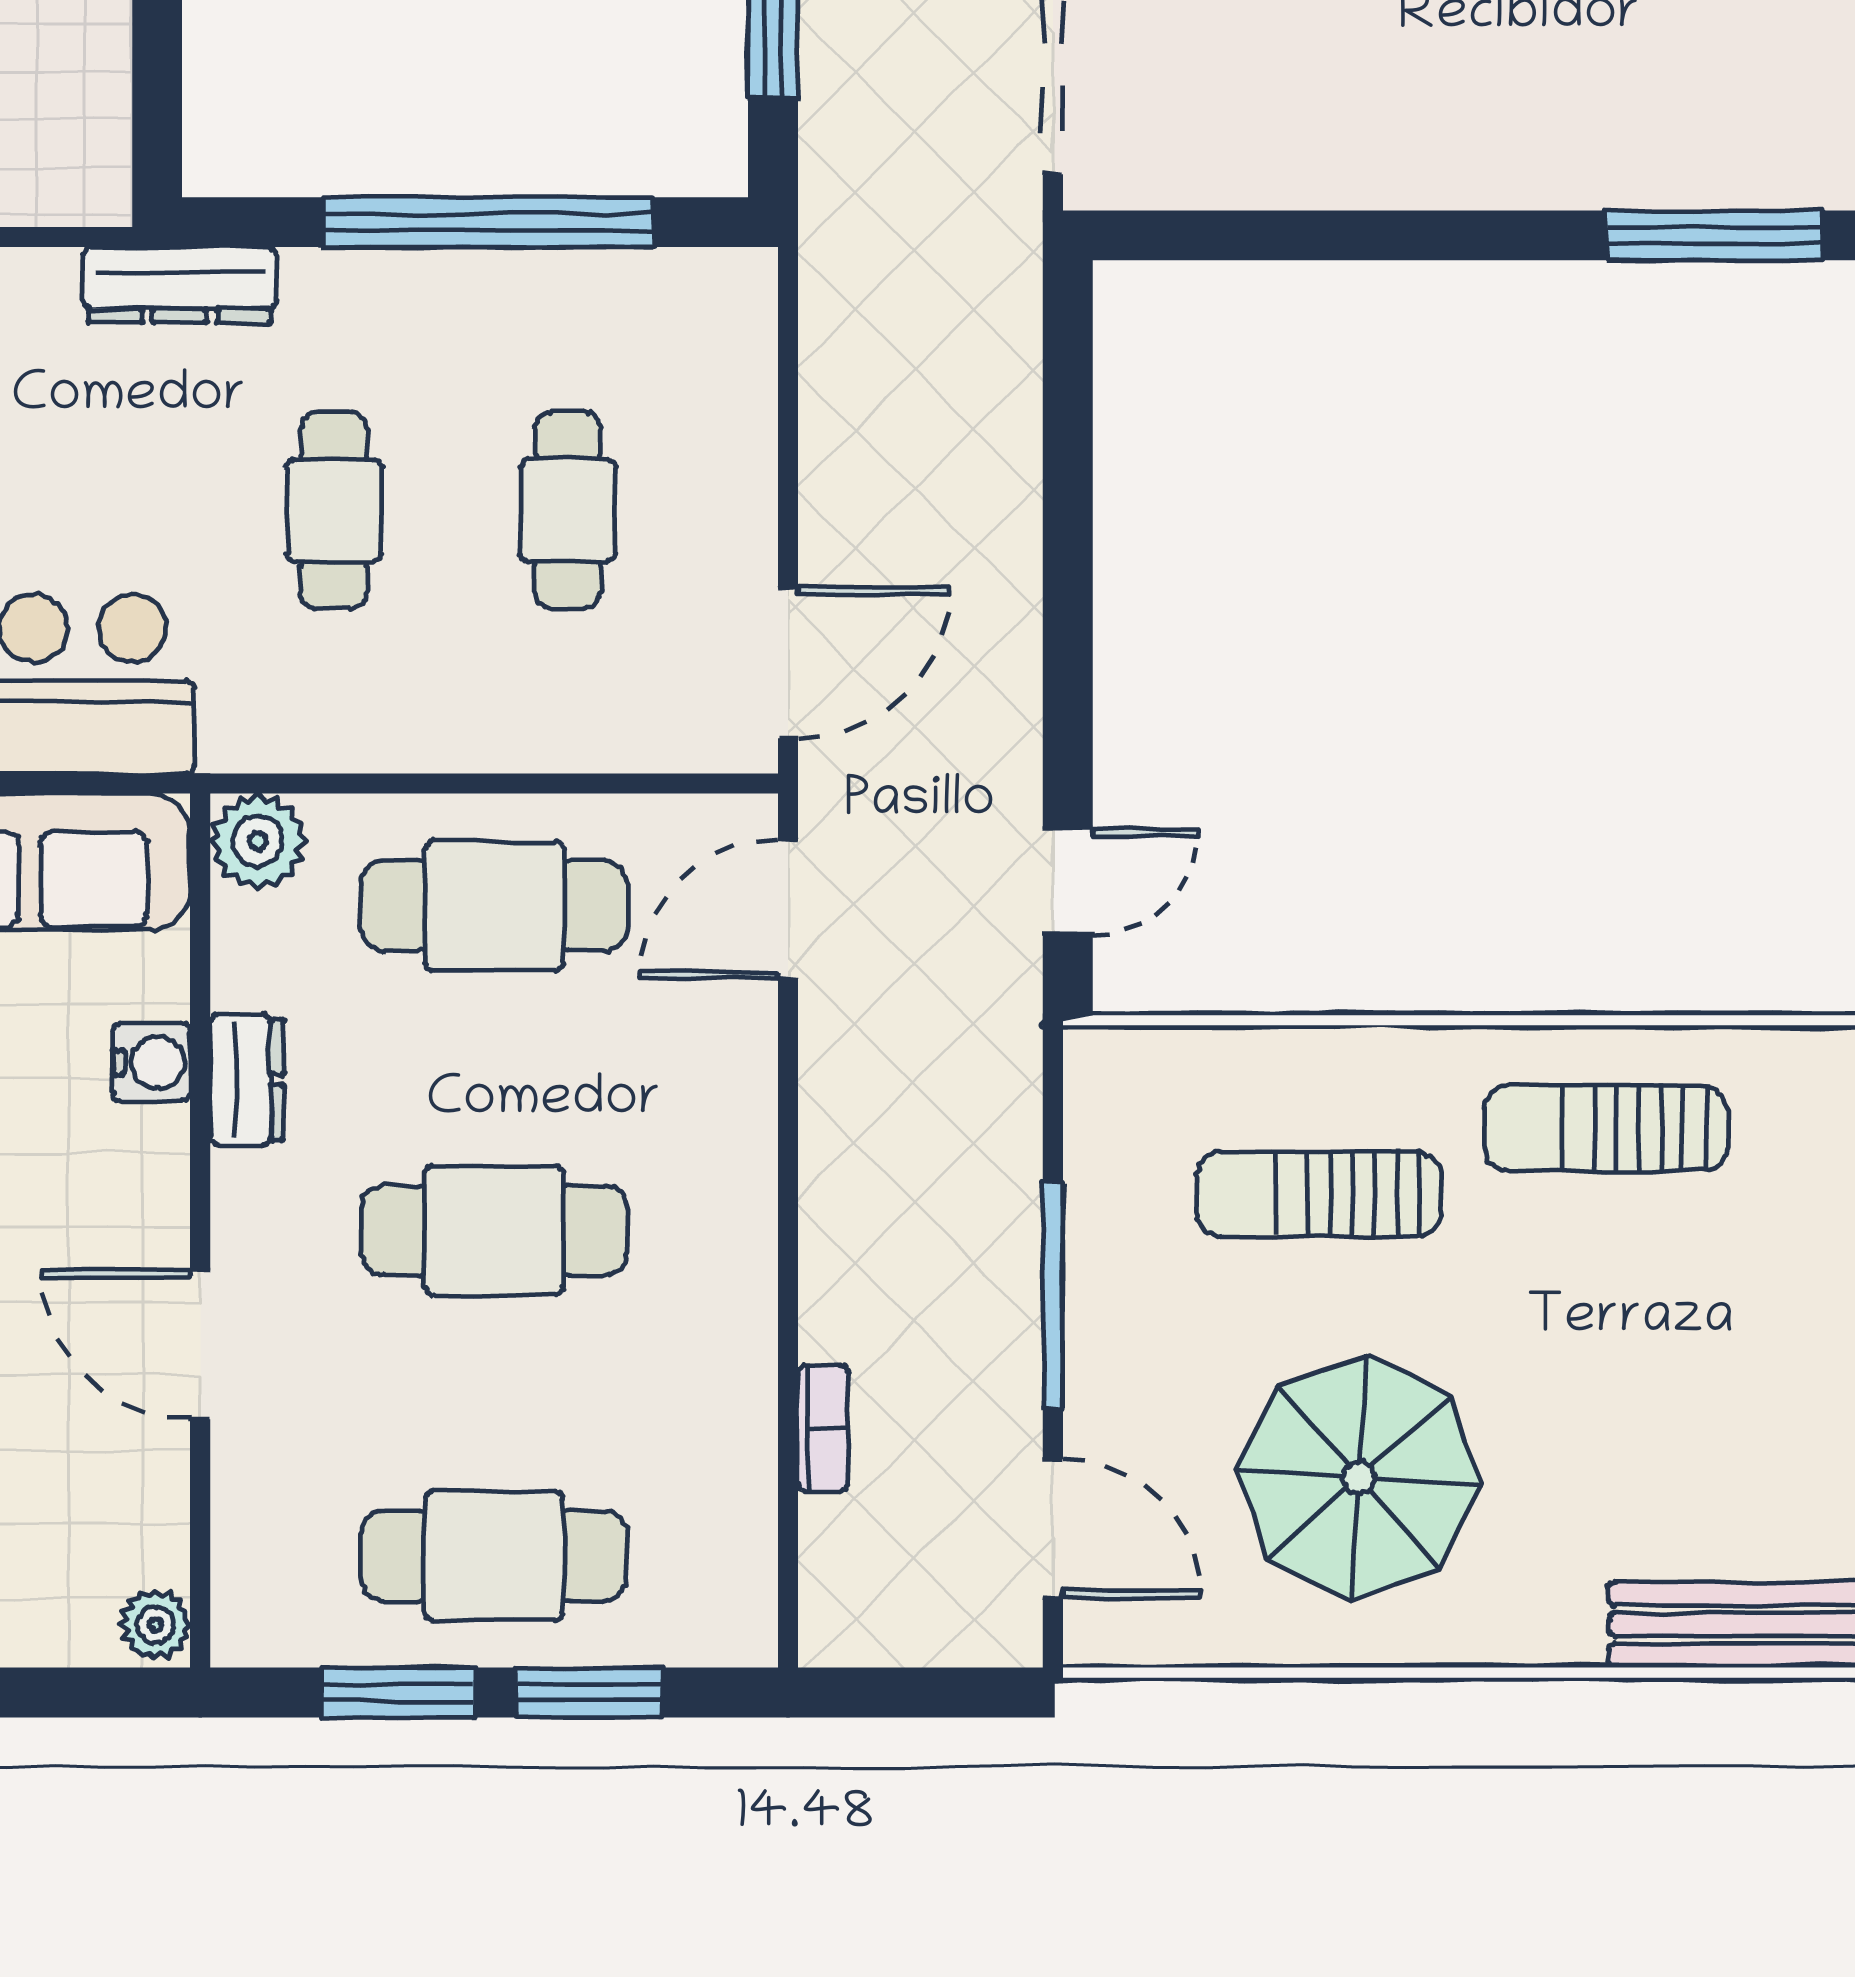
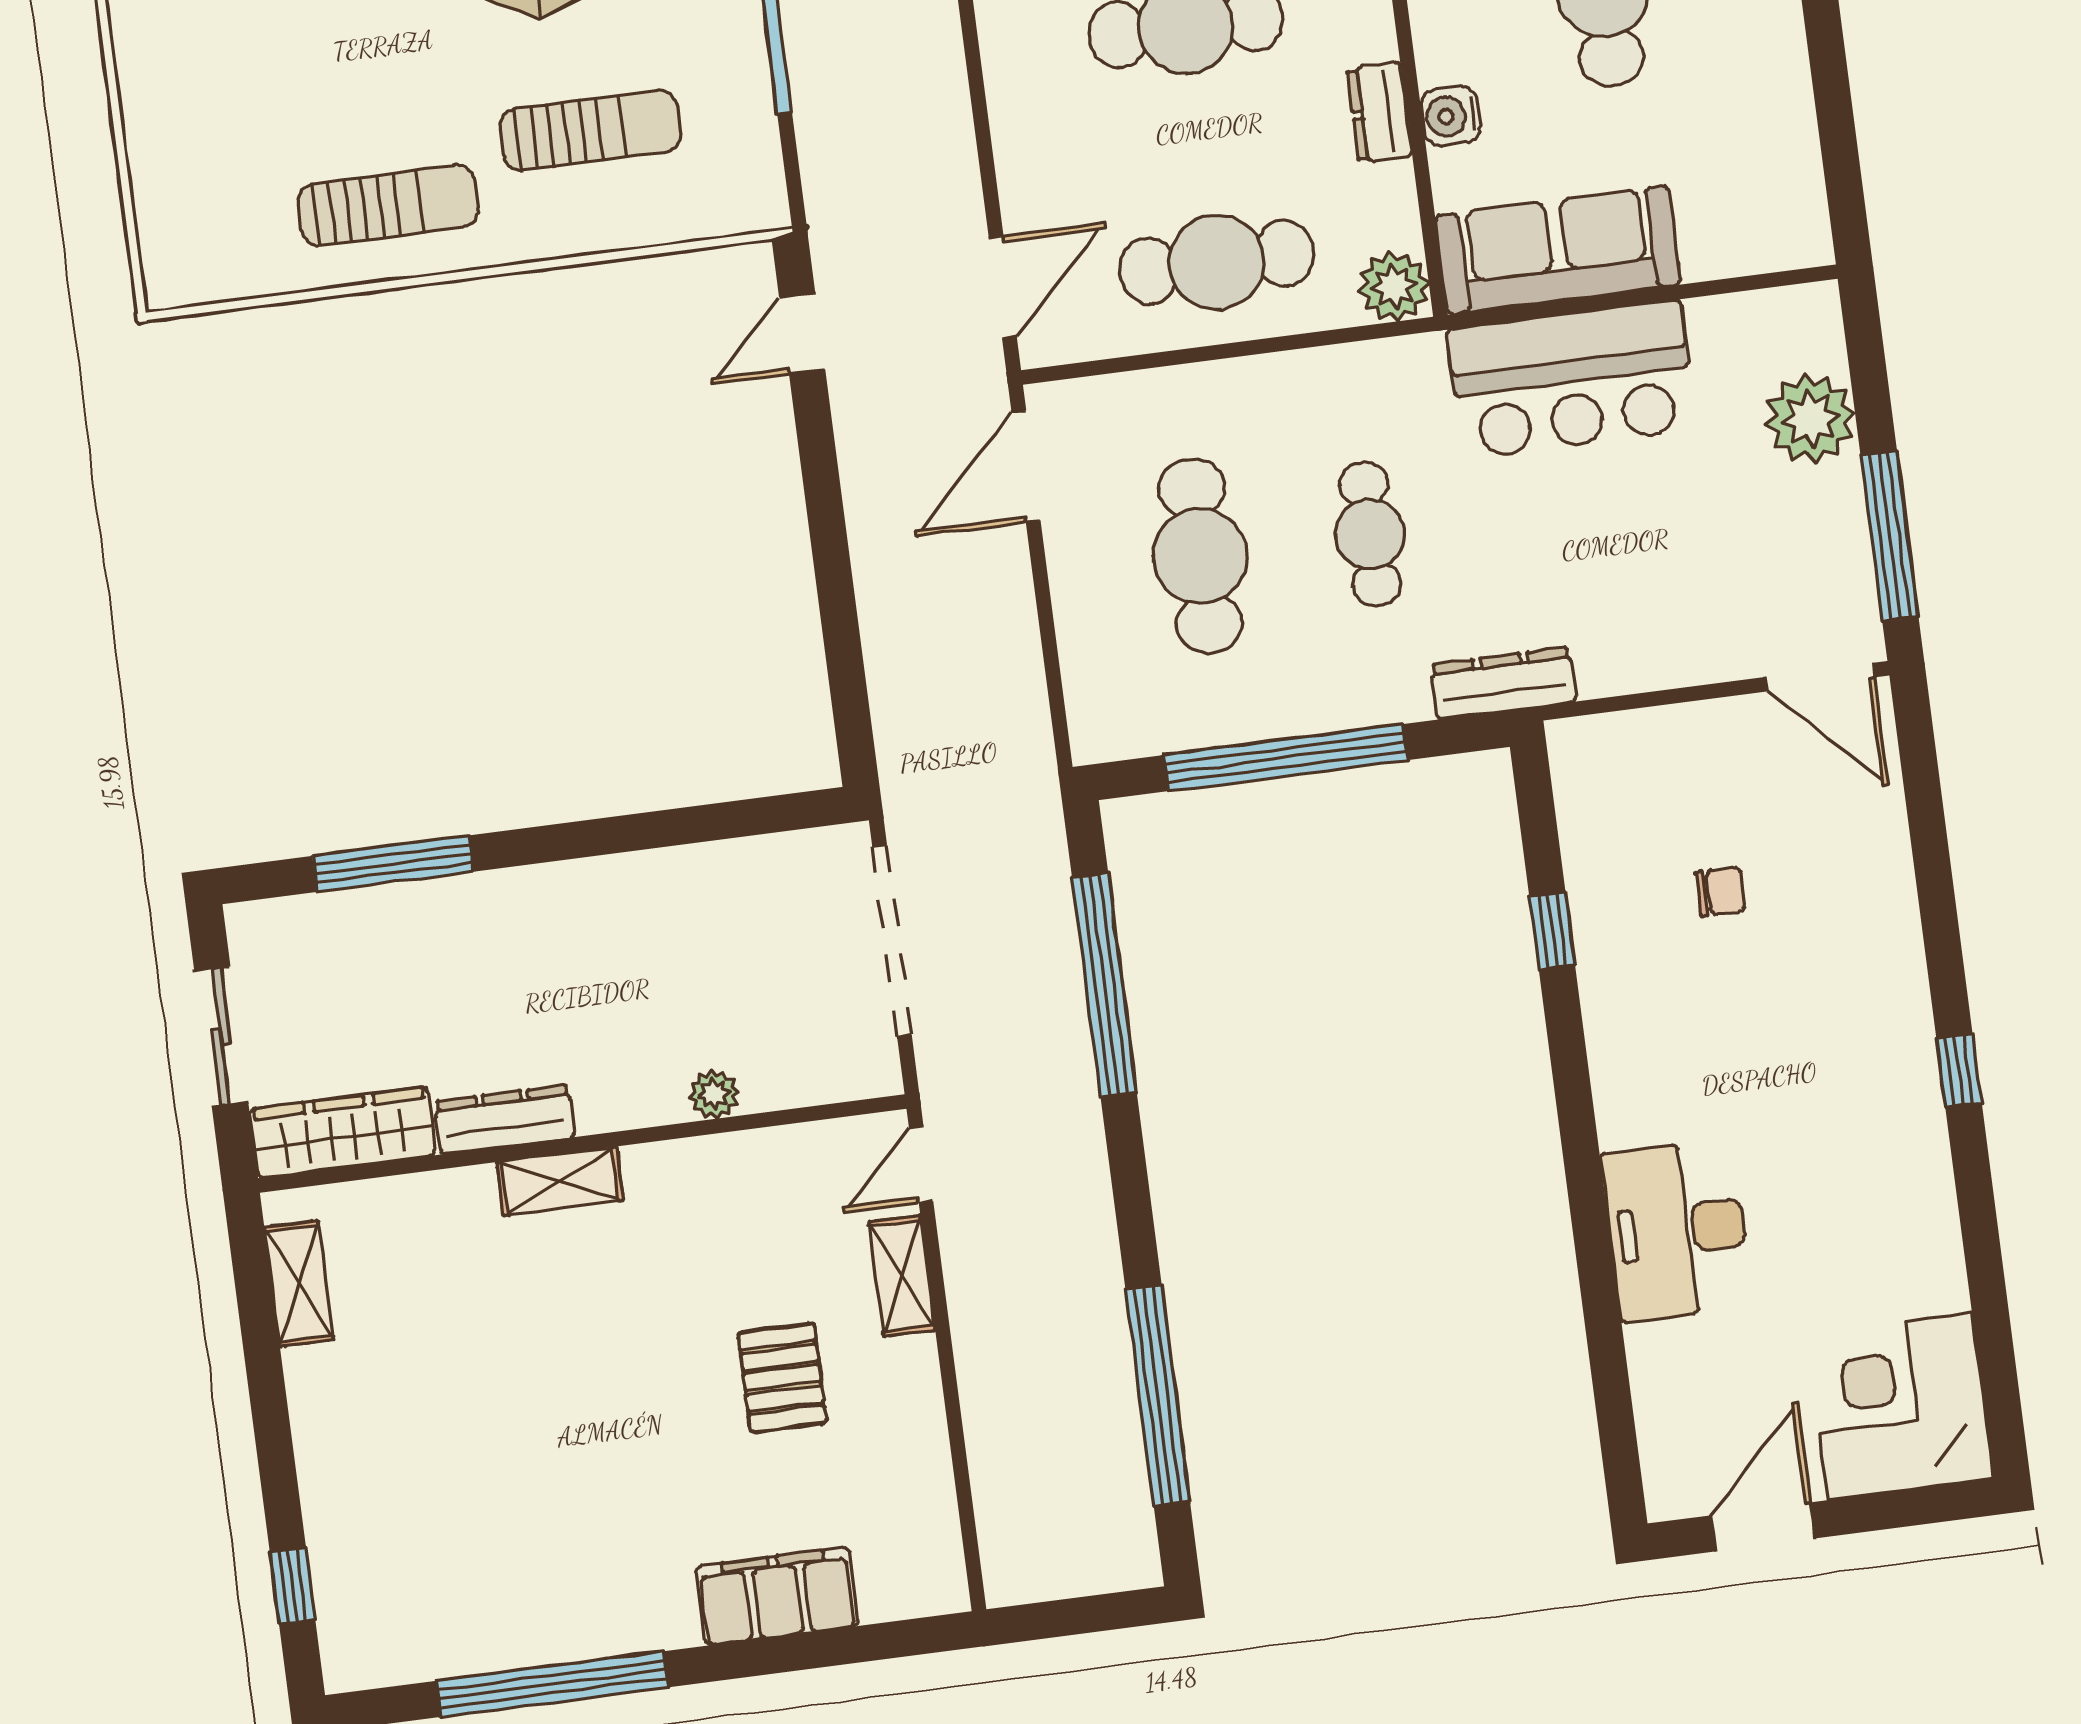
cafe table: (568, 510) -> (1200, 556), width x1.37, depth x1.35

